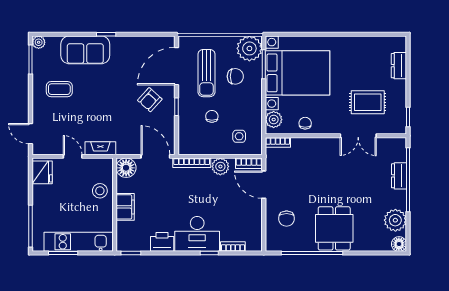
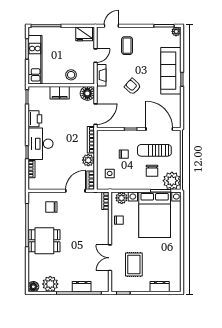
sofa: (85, 50) -> (171, 71), width x1.36
coffee table: (59, 89) -> (127, 46), moved
armchair: (150, 100) -> (133, 86), moved

